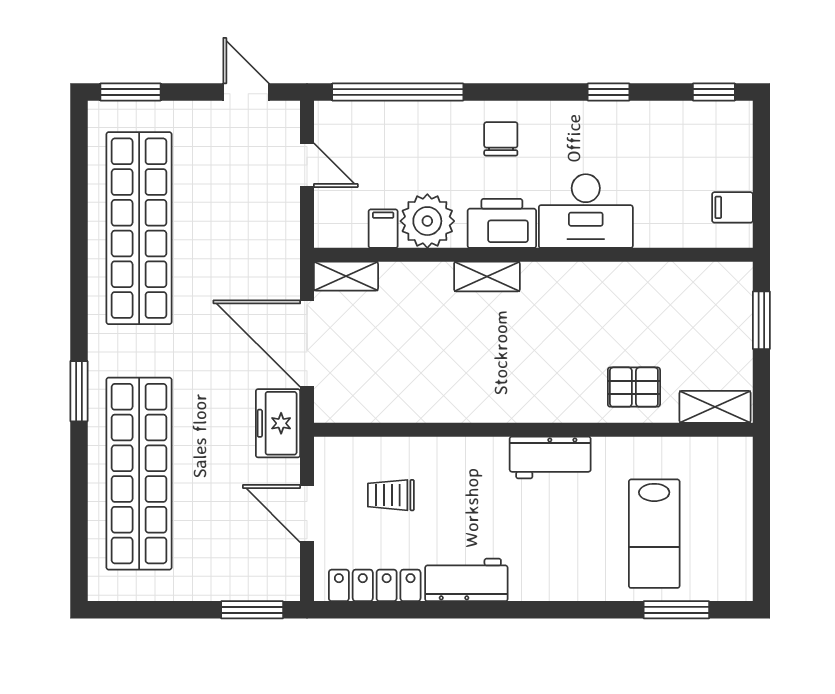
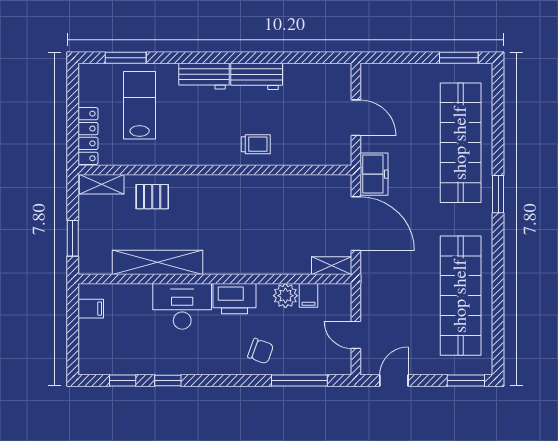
door: (246, 92) -> (394, 381), swing flipped
window: (398, 92) -> (299, 381), width x0.68
window: (714, 92) -> (123, 381), moved
chair: (501, 139) -> (261, 351), moved, turned -70
plant: (427, 221) -> (285, 296), width x0.73, depth x0.73
shelving: (487, 277) -> (158, 262), moved, width x2.20, depth x1.33
workbench: (550, 458) -> (204, 76), moved, turned 180
trolley: (391, 495) -> (256, 144), moved
locker: (375, 585) -> (88, 136), moved, turned -90
window: (252, 610) -> (459, 58), moved

